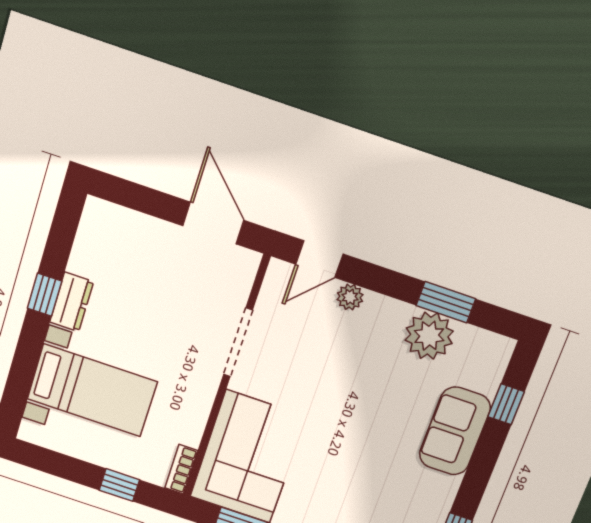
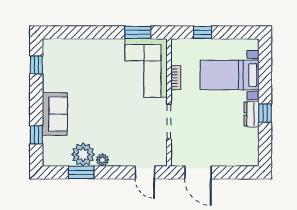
door: (319, 259) -> (145, 172), swing flipped
plant: (350, 297) -> (102, 160), moved
bookcase: (181, 469) -> (176, 78), moved

